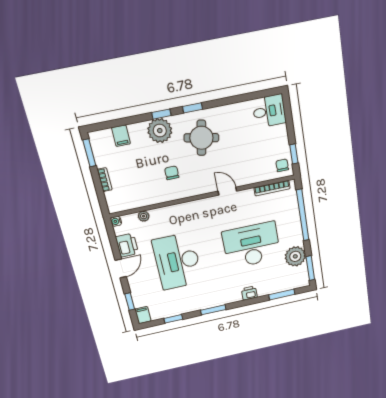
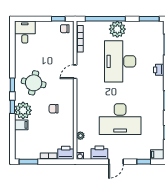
filing cabinet: (121, 136) -> (21, 125), moved
printer: (115, 202) -> (66, 153), added
plant: (295, 256) -> (117, 29), moved
door: (121, 268) -> (116, 162), swing flipped

